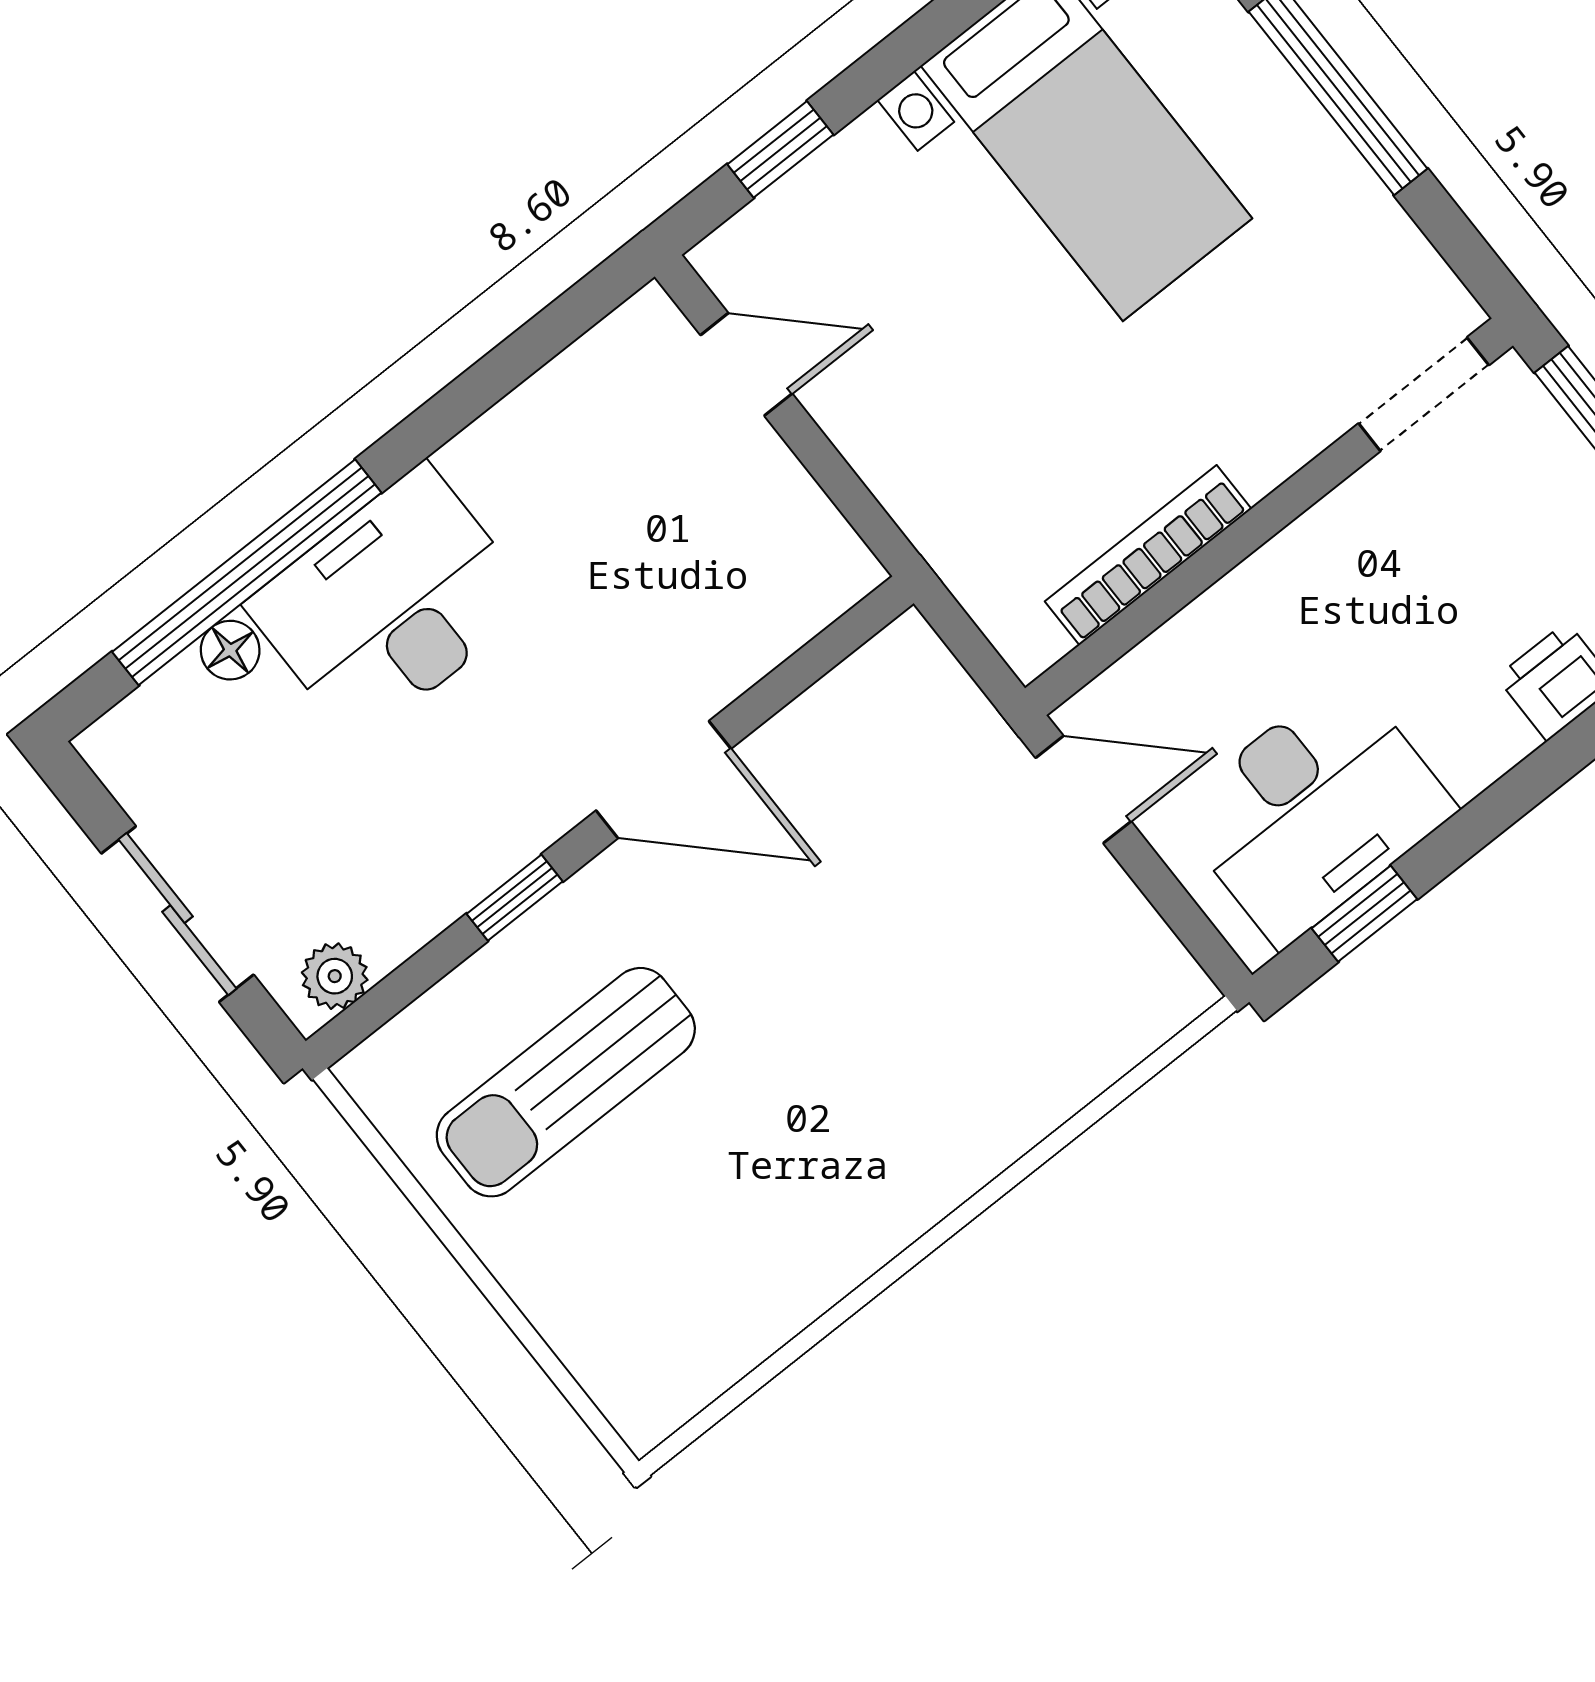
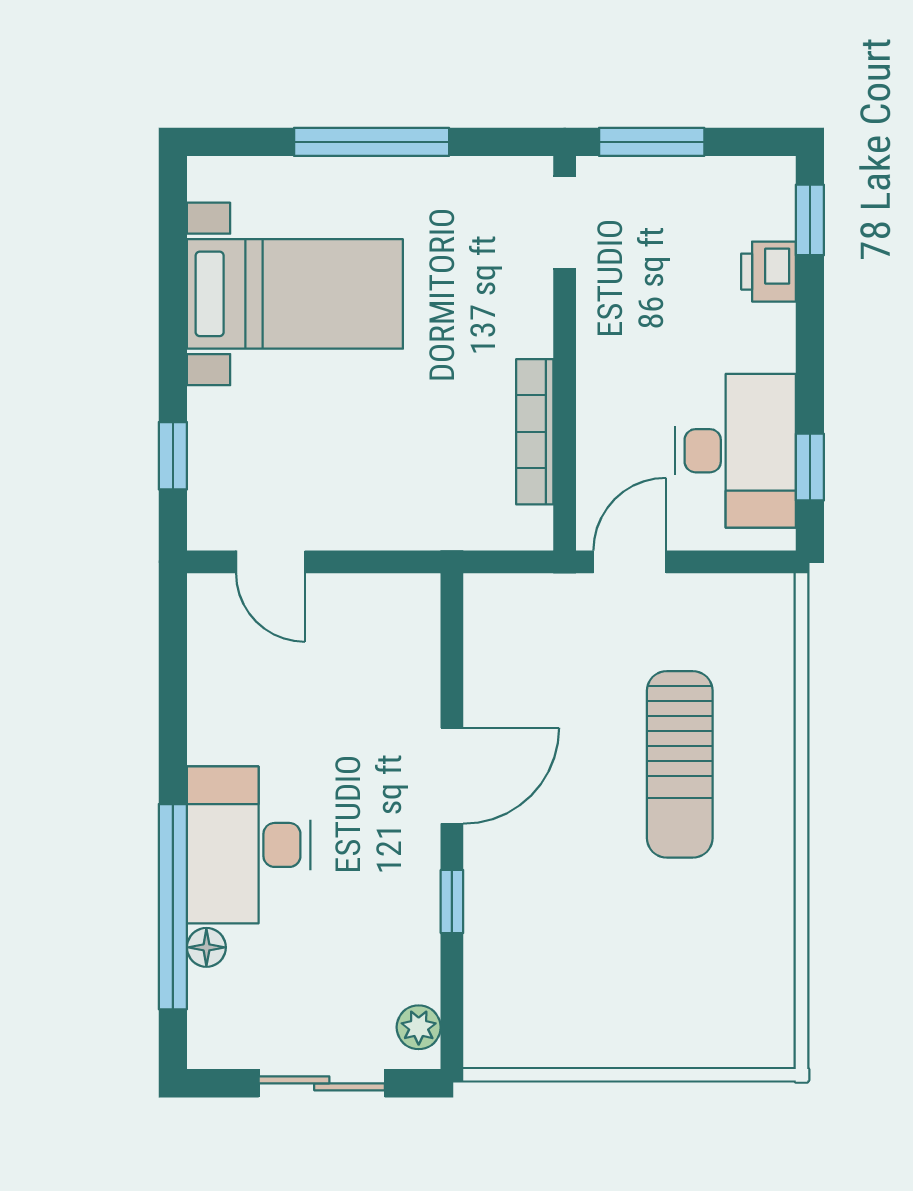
door: (746, 364) -> (270, 562), swing flipped
sun lounger: (566, 1082) -> (680, 764), moved

